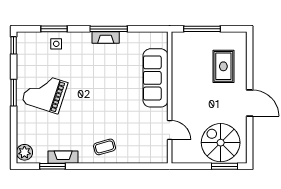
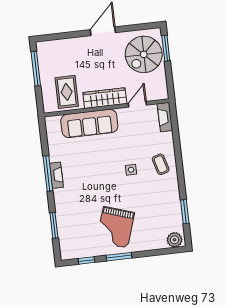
window: (202, 29) -> (36, 69), moved
side table: (56, 44) -> (131, 170), moved
window: (14, 45) -> (86, 260), moved
rug: (223, 66) -> (67, 92), moved, turned 90
wardrobe: (180, 97) -> (105, 98), added
fireplace: (63, 157) -> (165, 117), moved

